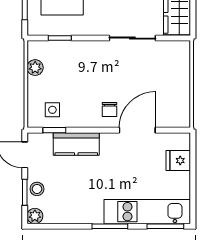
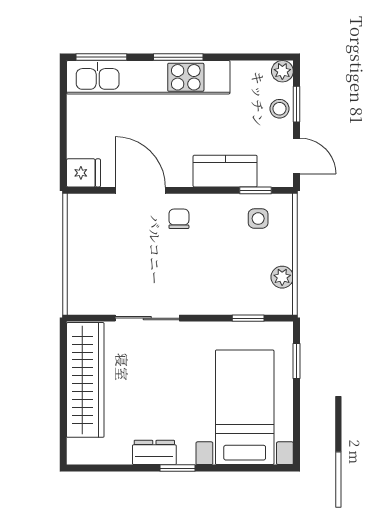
door: (137, 130) -> (140, 190), swing flipped
fridge: (178, 161) -> (83, 173), moved
kitchen unit: (147, 212) -> (148, 77), width x1.36

